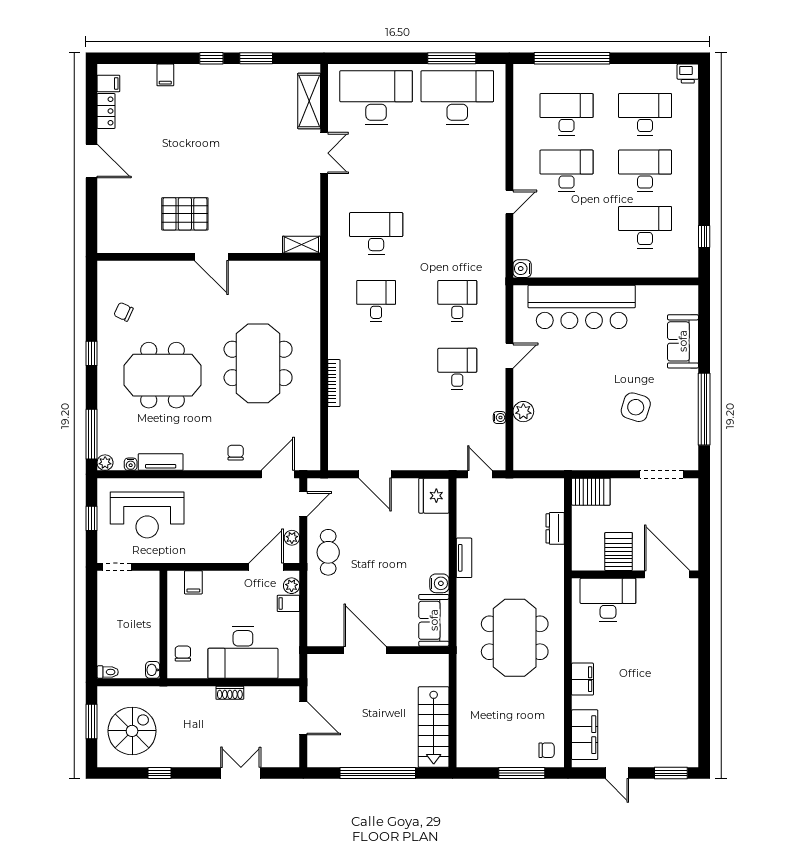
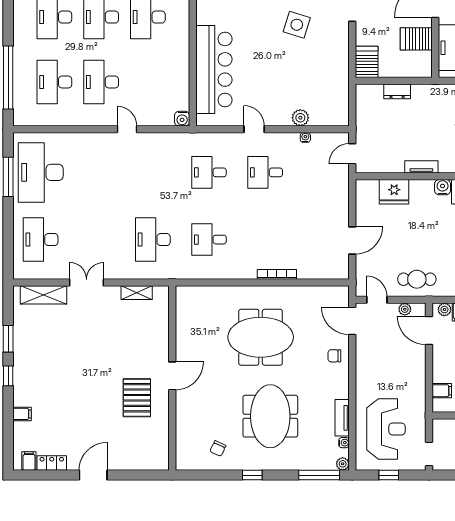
desk: (376, 98) -> (41, 240), width x0.73, depth x0.77
shelving: (301, 245) -> (137, 293), moved, turned 90
fridge: (434, 496) -> (394, 192), moved

